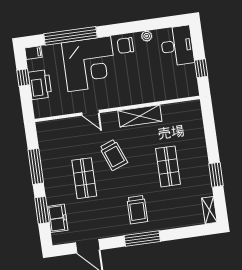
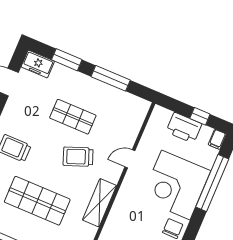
shop shelf: (168, 166) -> (37, 201), width x1.43, depth x1.36
freezer: (57, 218) -> (38, 64), moved

